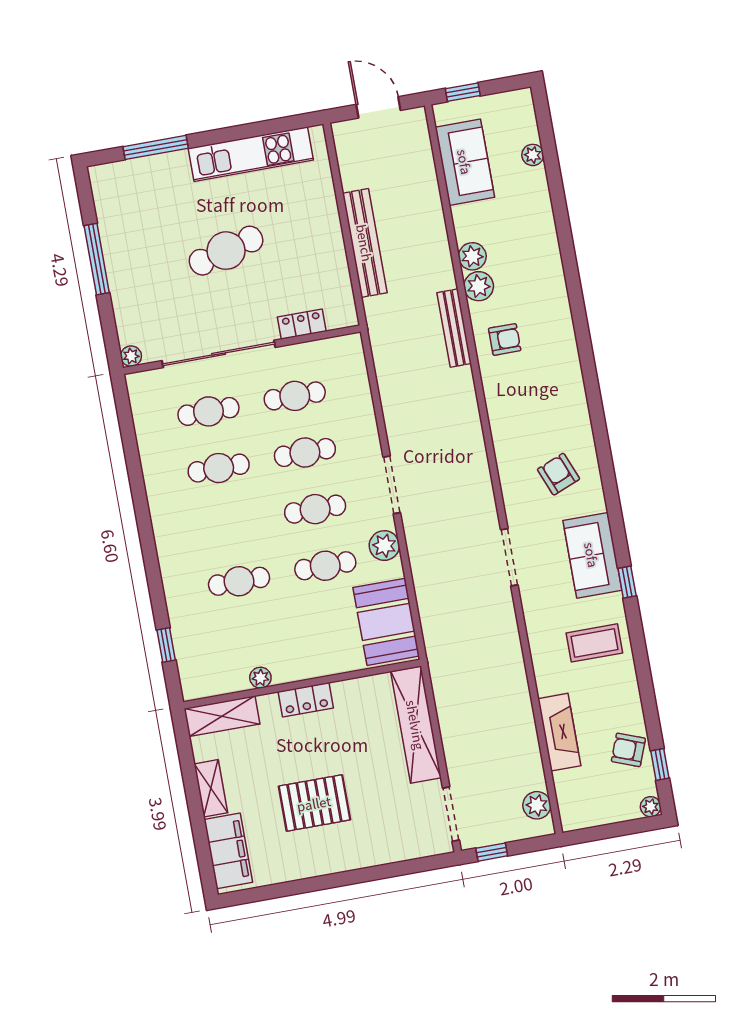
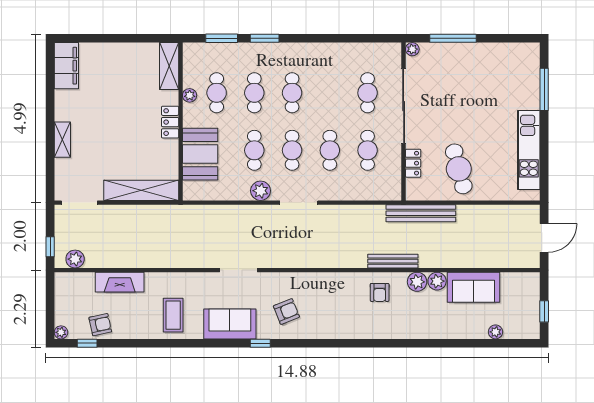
window: (463, 92) -> (544, 311), moved
sofa: (465, 162) -> (474, 287), moved
bench: (365, 243) -> (421, 213), moved
cafe table: (226, 251) -> (459, 169), moved
window: (97, 259) -> (453, 38), moved
cafe table: (219, 468) -> (292, 93), moved
window: (154, 581) -> (265, 38), added
window: (627, 582) -> (260, 343), moved
booth: (386, 622) -> (200, 154), moved, turned 90
cafe table: (249, 638) -> (217, 93), added
window: (166, 645) -> (222, 38), width x1.50
armchair: (628, 750) -> (100, 325), turned 57
shelving: (211, 788) -> (62, 140), moved, turned 90
pallet: (314, 803) -> (102, 116), removed
filing cabinet: (228, 851) -> (66, 66), moved, turned -90
window: (492, 852) -> (50, 247), moved

